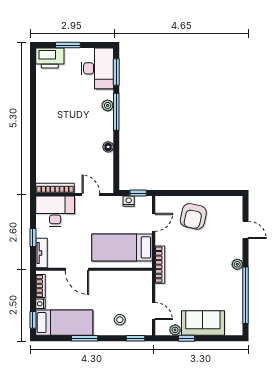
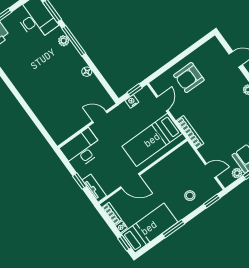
bookcase: (55, 188) -> (69, 132), removed
armchair: (193, 216) -> (189, 78), turned 78

